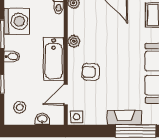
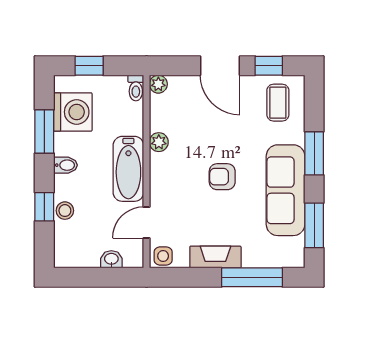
armchair: (91, 72) -> (222, 177), moved
stool: (20, 107) -> (65, 211), moved
fireplace: (124, 118) -> (215, 257), moved

